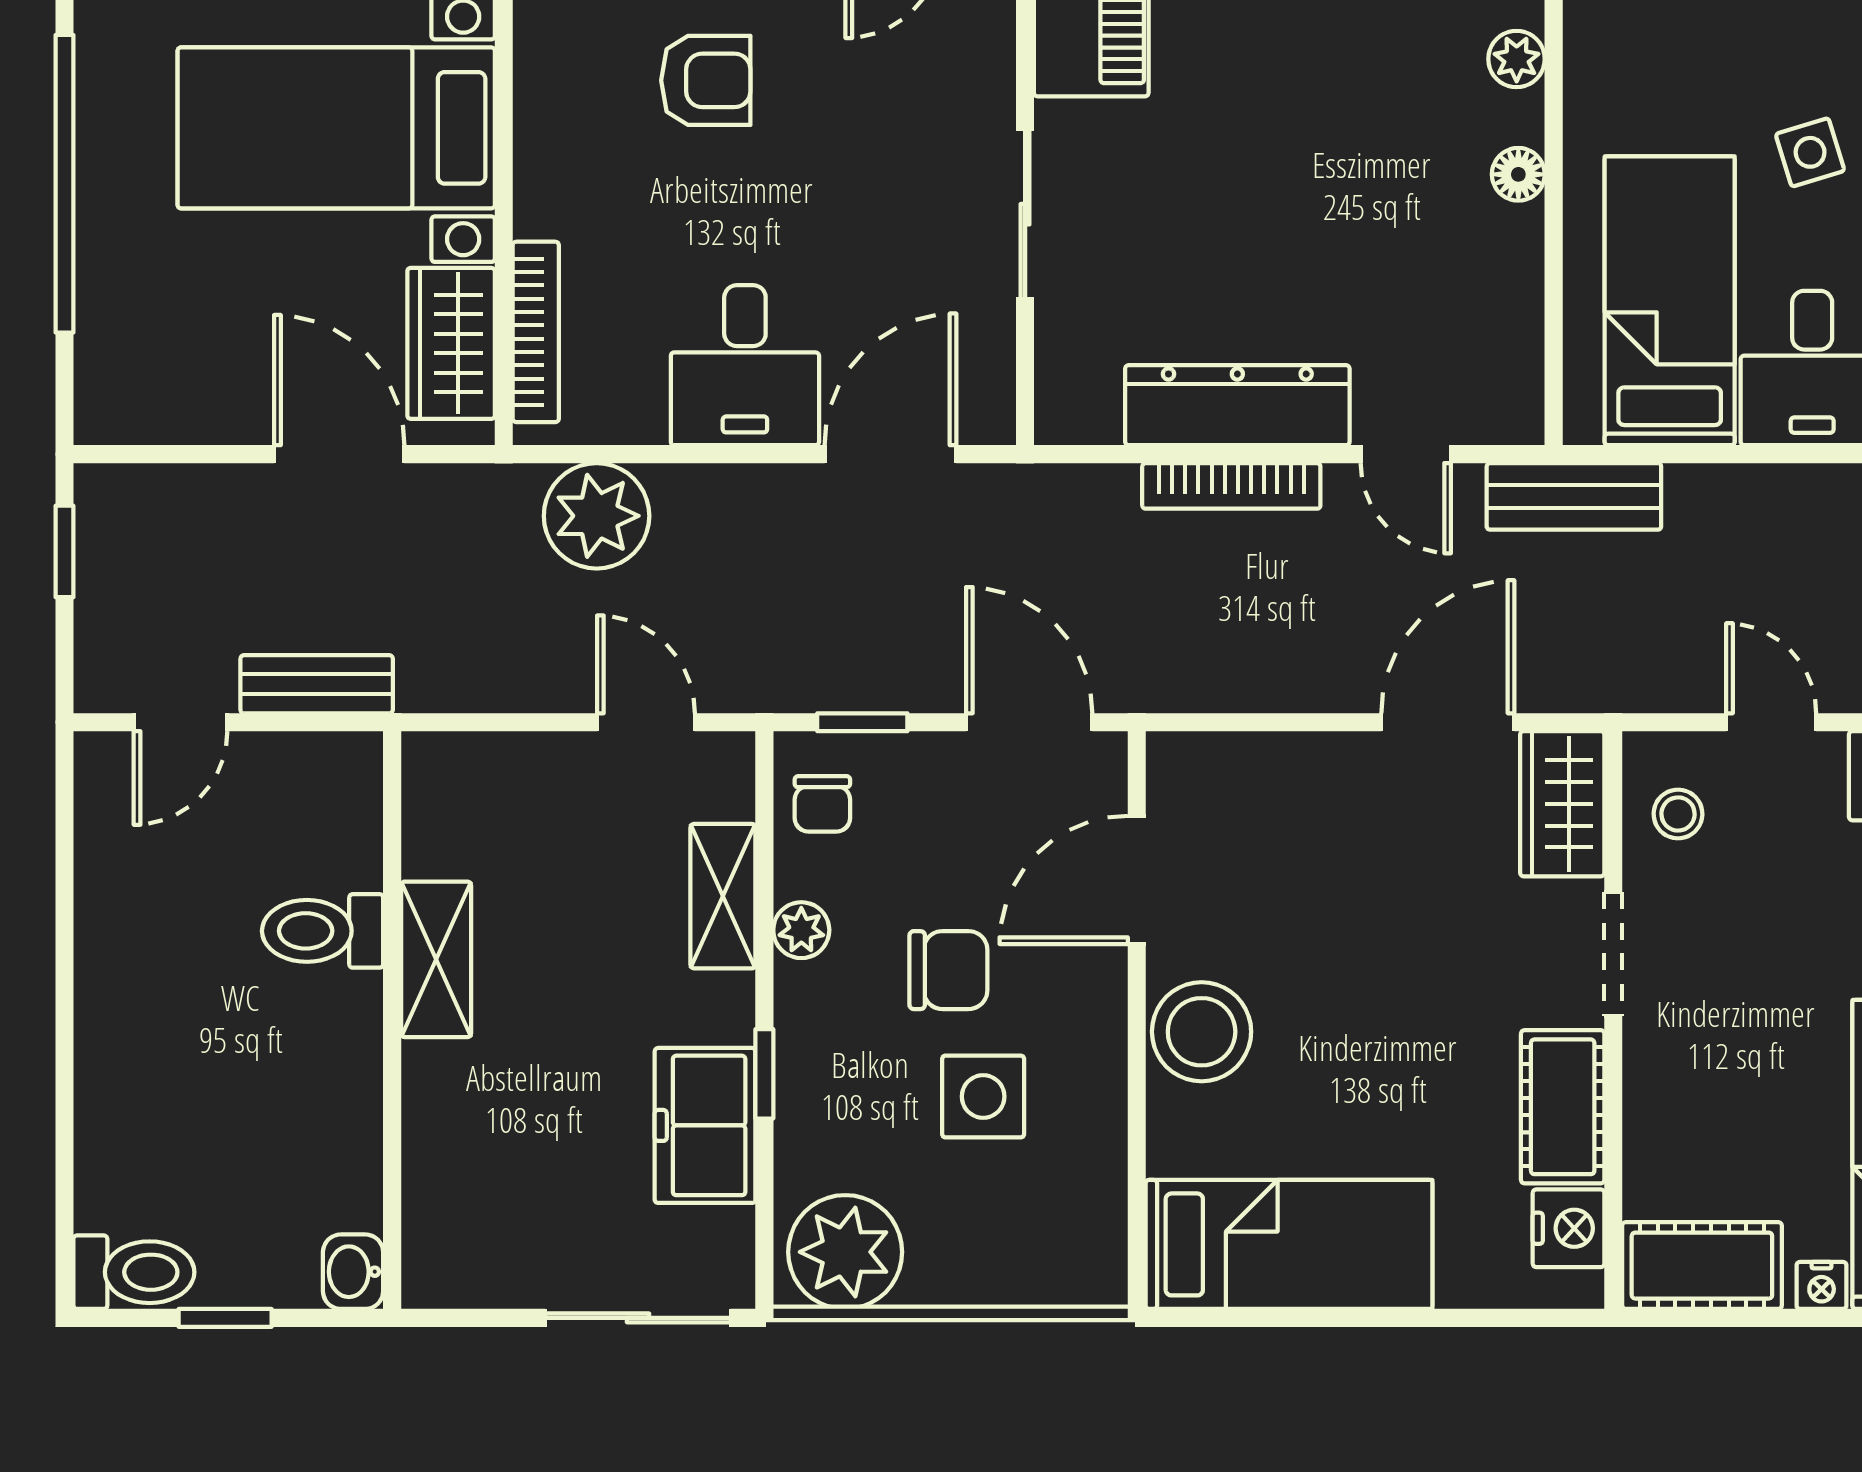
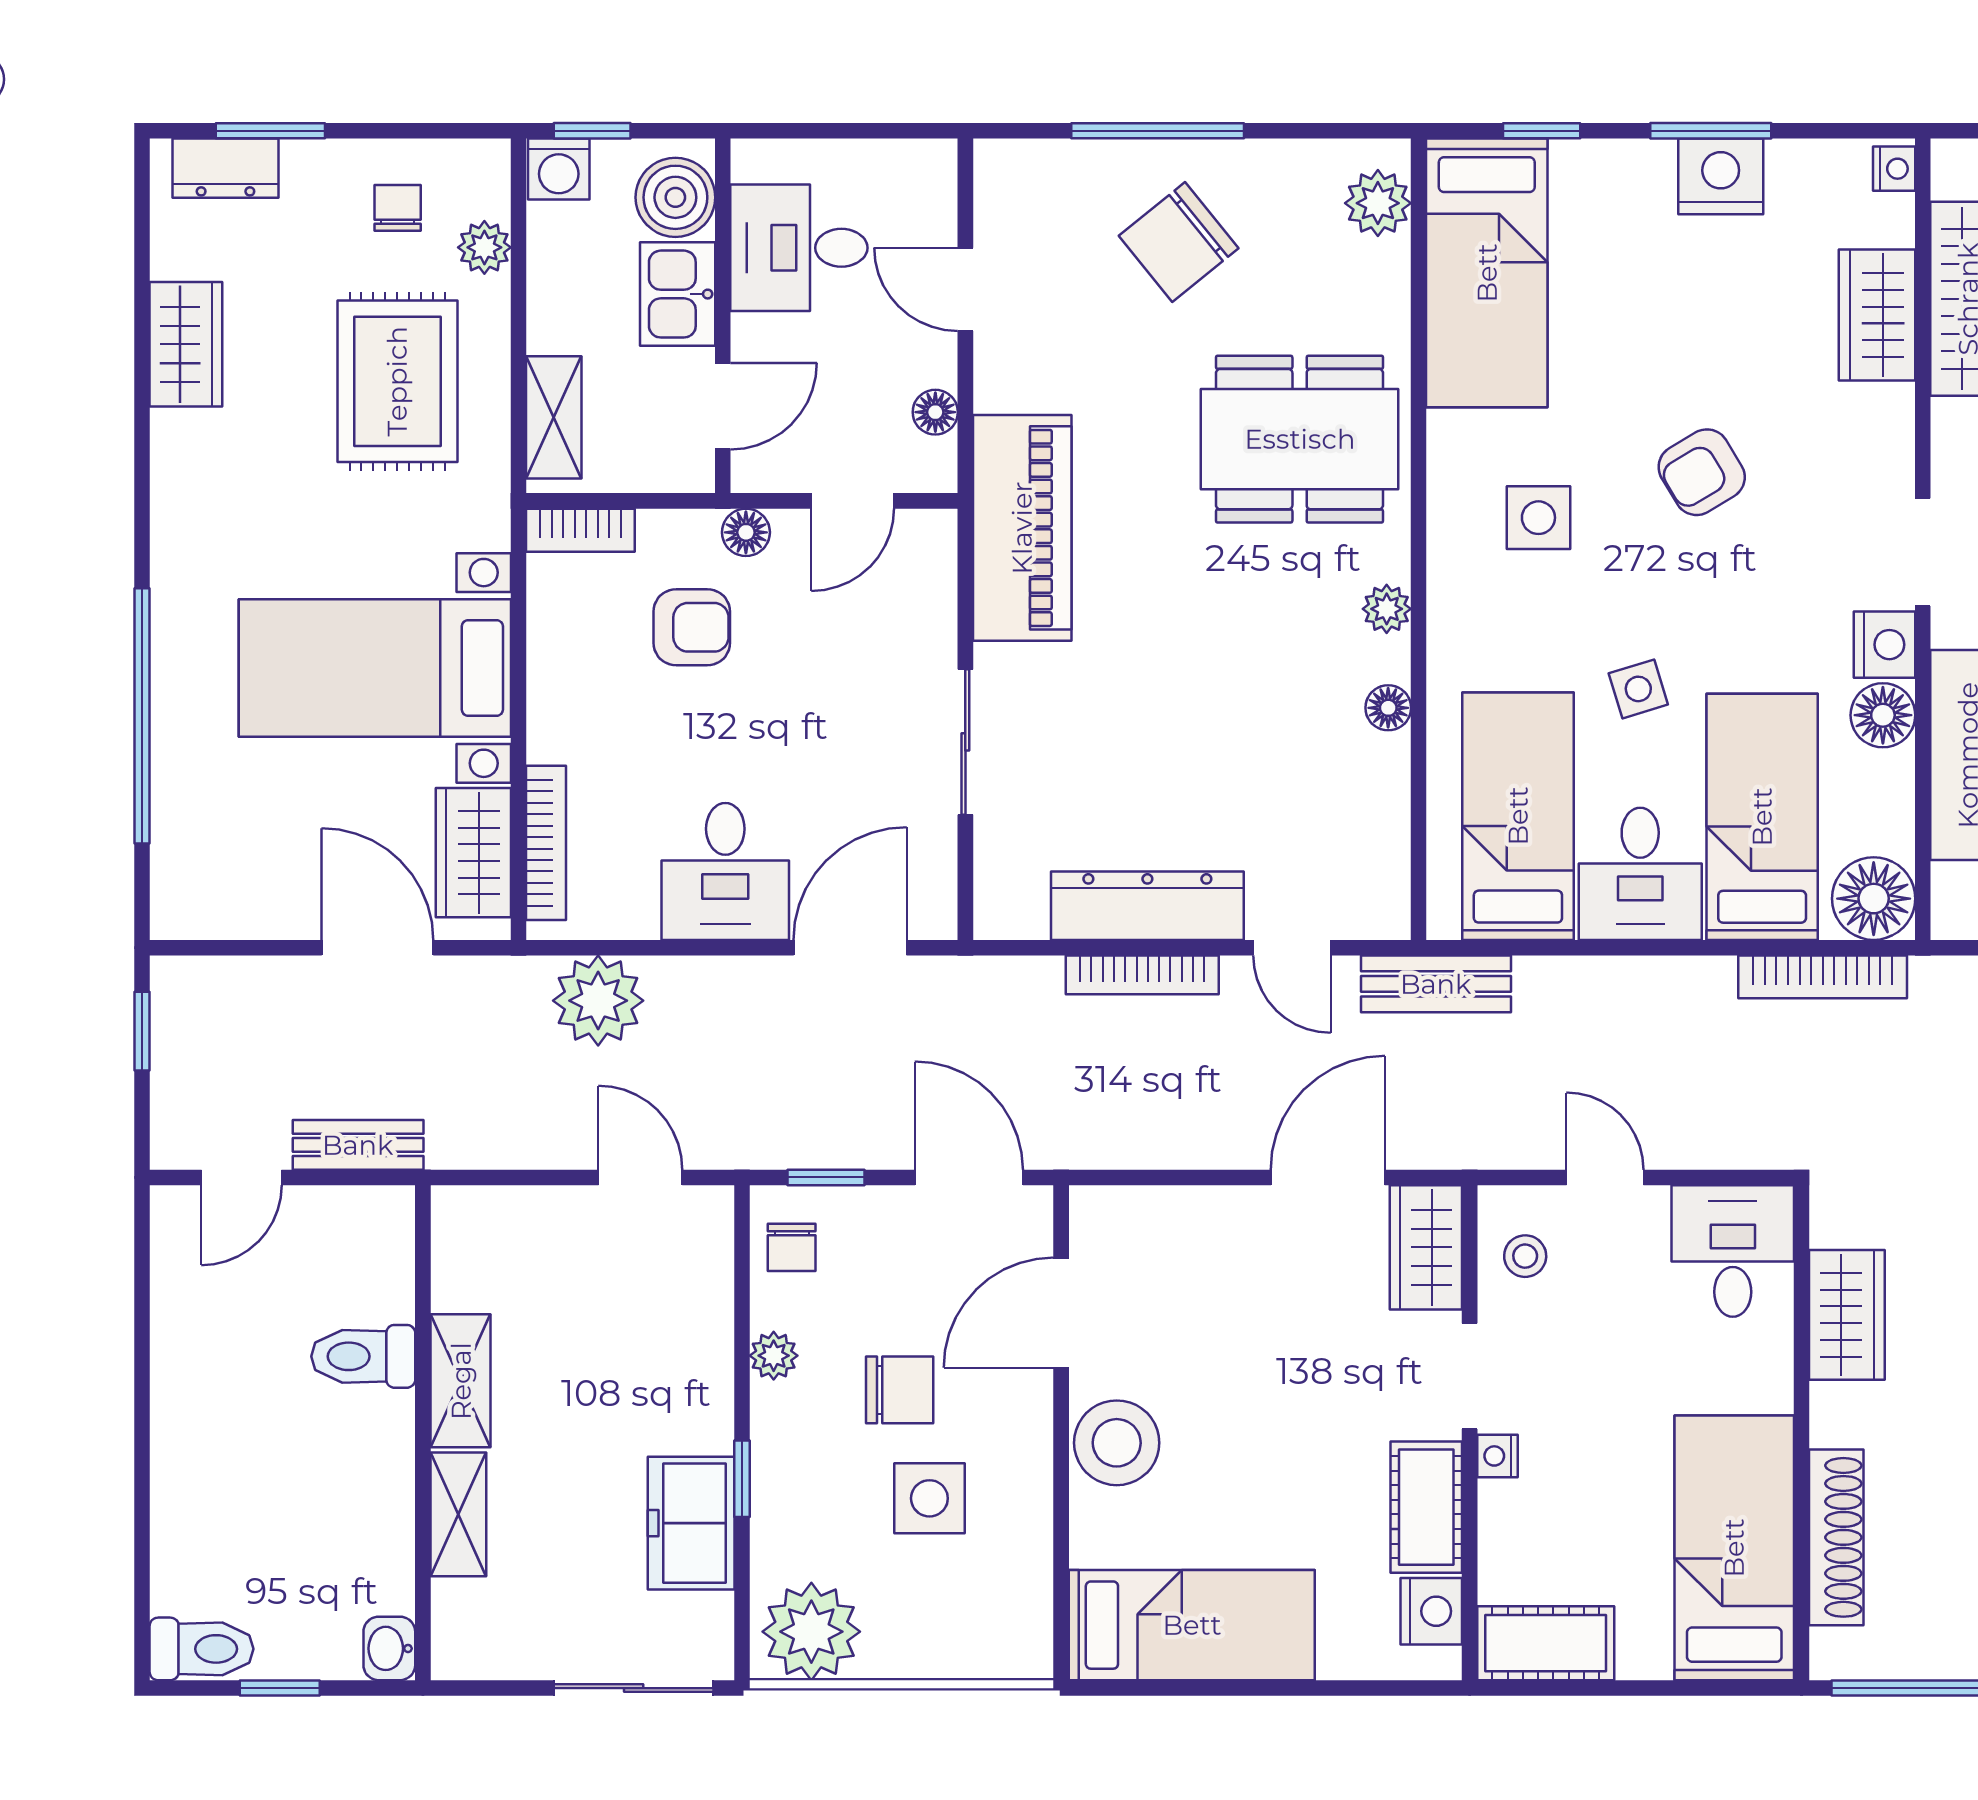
shelving: (723, 896) -> (458, 1514), moved
nightstand: (1822, 1285) -> (1497, 1456), moved, turned 90

